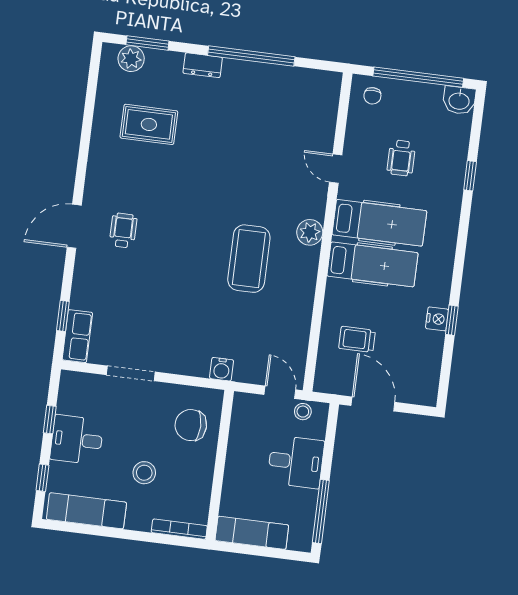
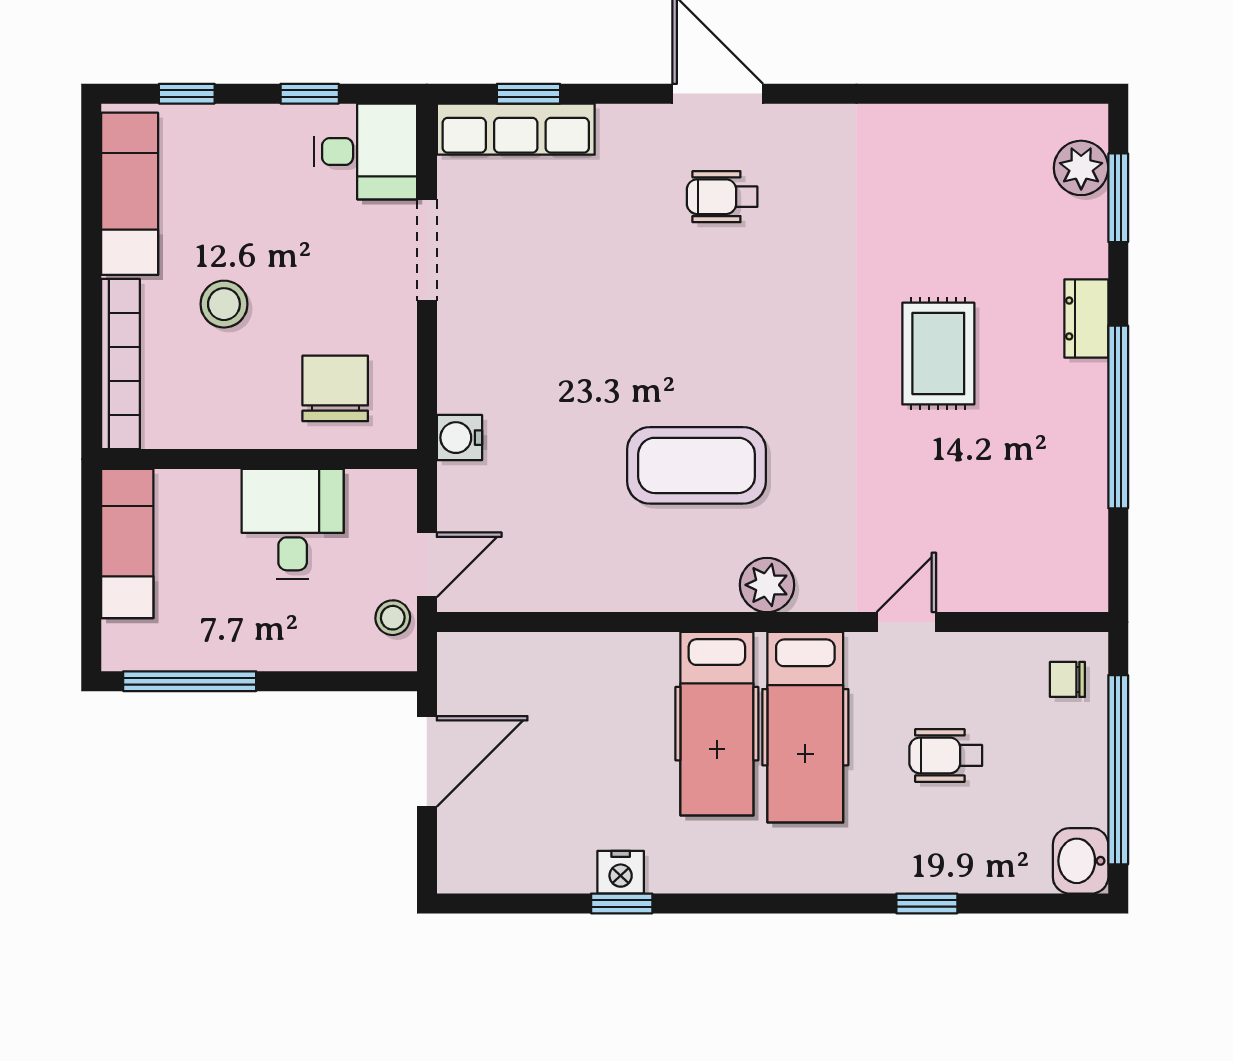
rug: (149, 124) -> (938, 354), moved
wheelchair: (123, 230) -> (722, 197), turned 180
row of seats: (77, 336) -> (516, 129), width x1.48
trolley: (357, 339) -> (557, 711), removed
desk: (77, 440) -> (365, 151), moved, turned 90
desk: (296, 462) -> (293, 524), moved, turned 180
bookcase: (179, 529) -> (120, 364), width x1.48, depth x1.31

